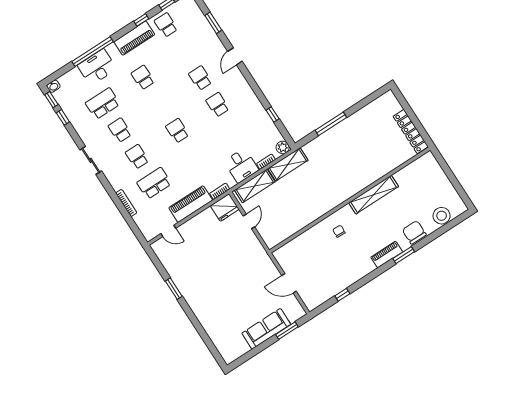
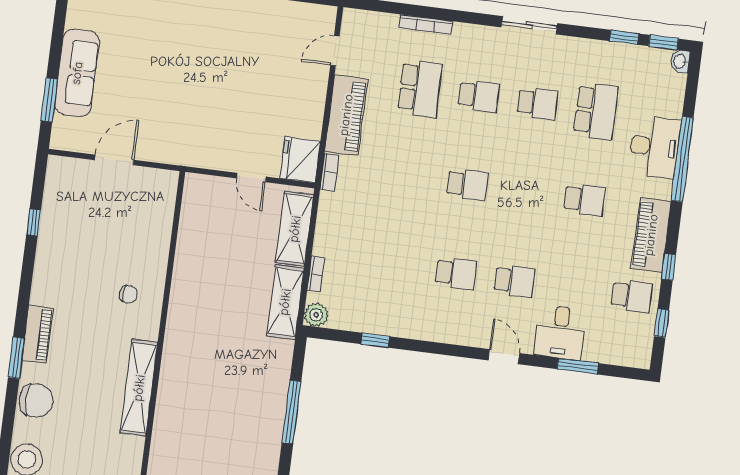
desk: (241, 166) -> (560, 332), moved, turned -90

